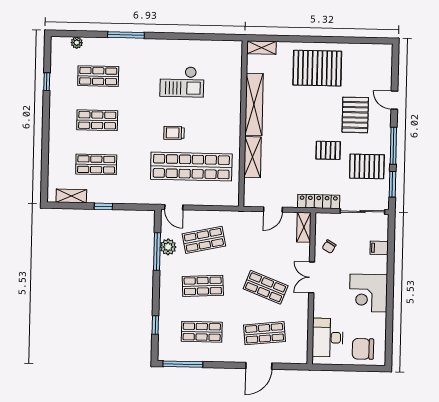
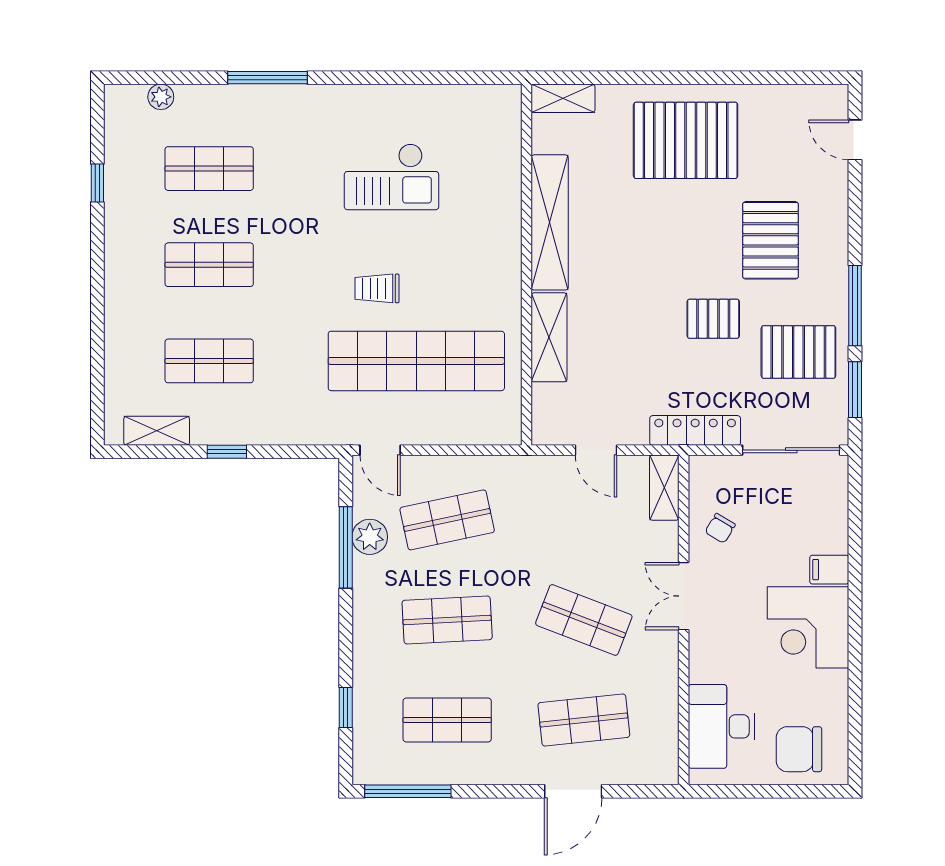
door: (394, 100) -> (855, 140), moved
door: (273, 209) -> (596, 450), hinge flipped
filing cabinet: (379, 248) -> (829, 570), moved

